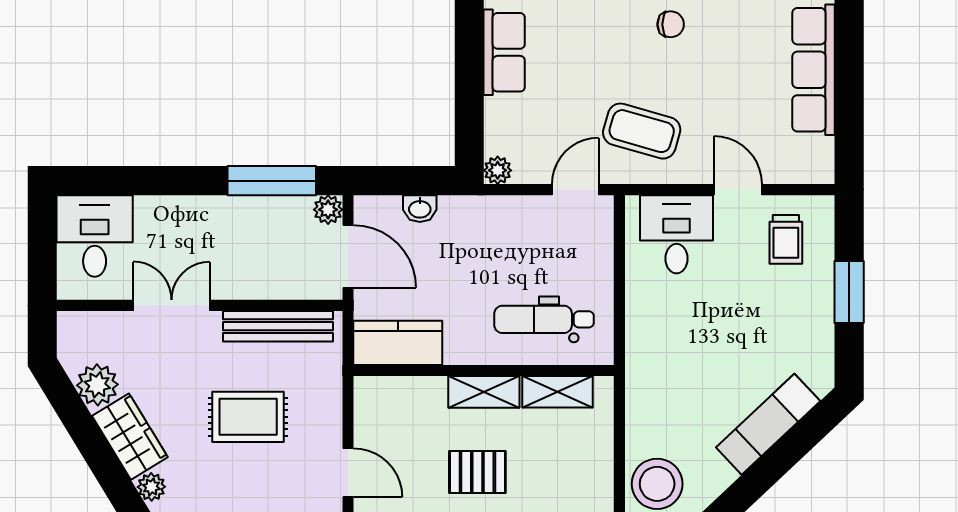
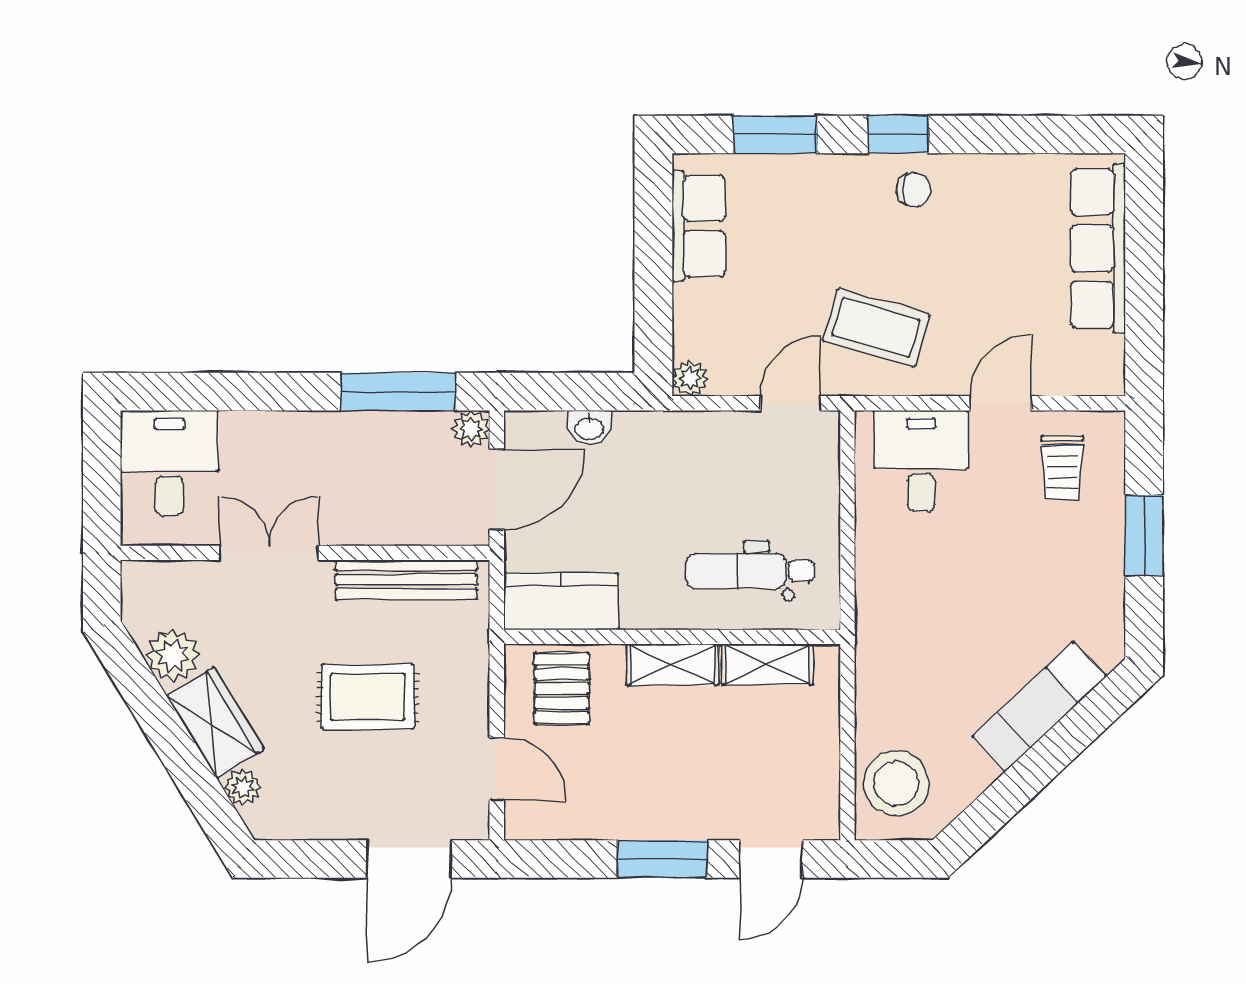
door: (738, 190) -> (1001, 403), hinge flipped
door: (348, 256) -> (497, 490), hinge flipped
pallet: (477, 472) -> (562, 688), moved, turned 90

